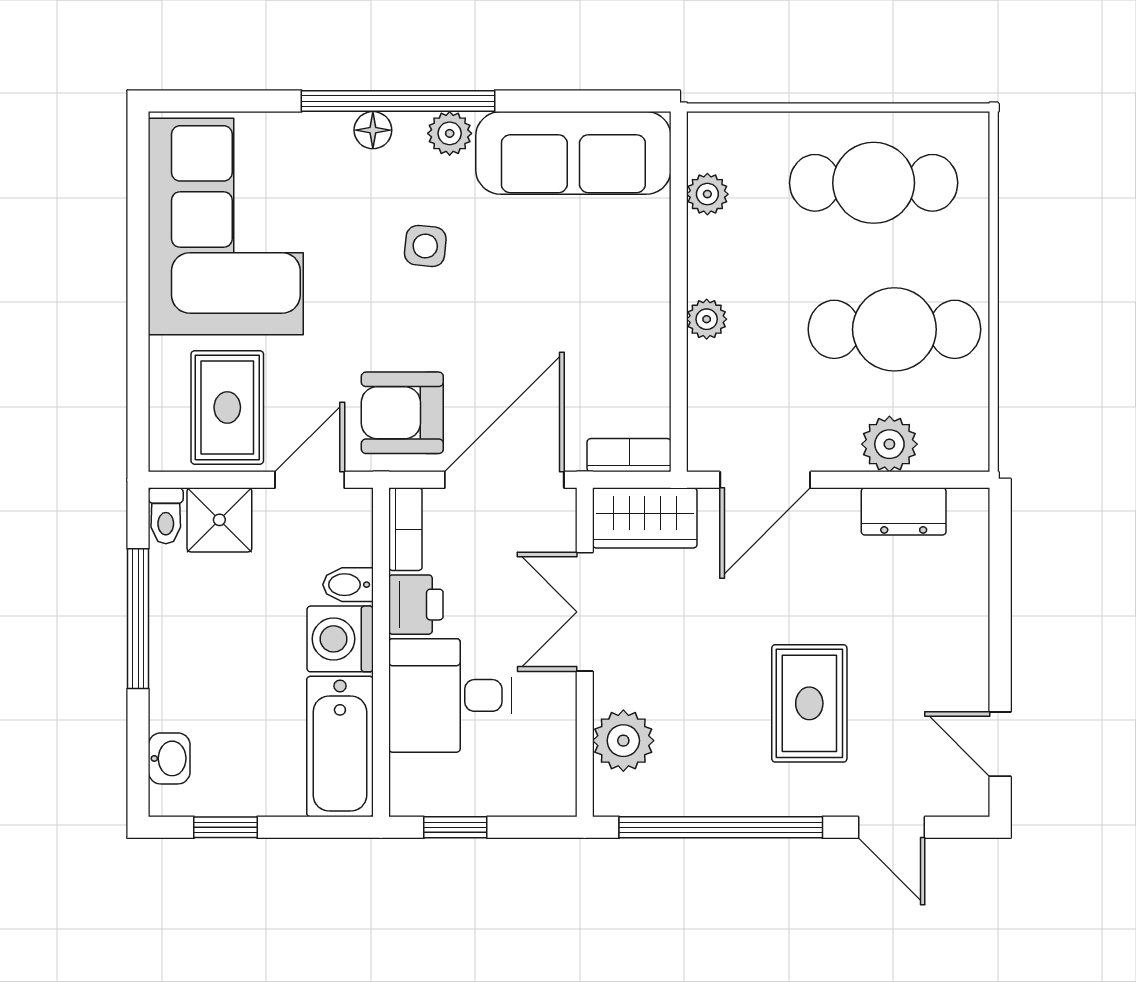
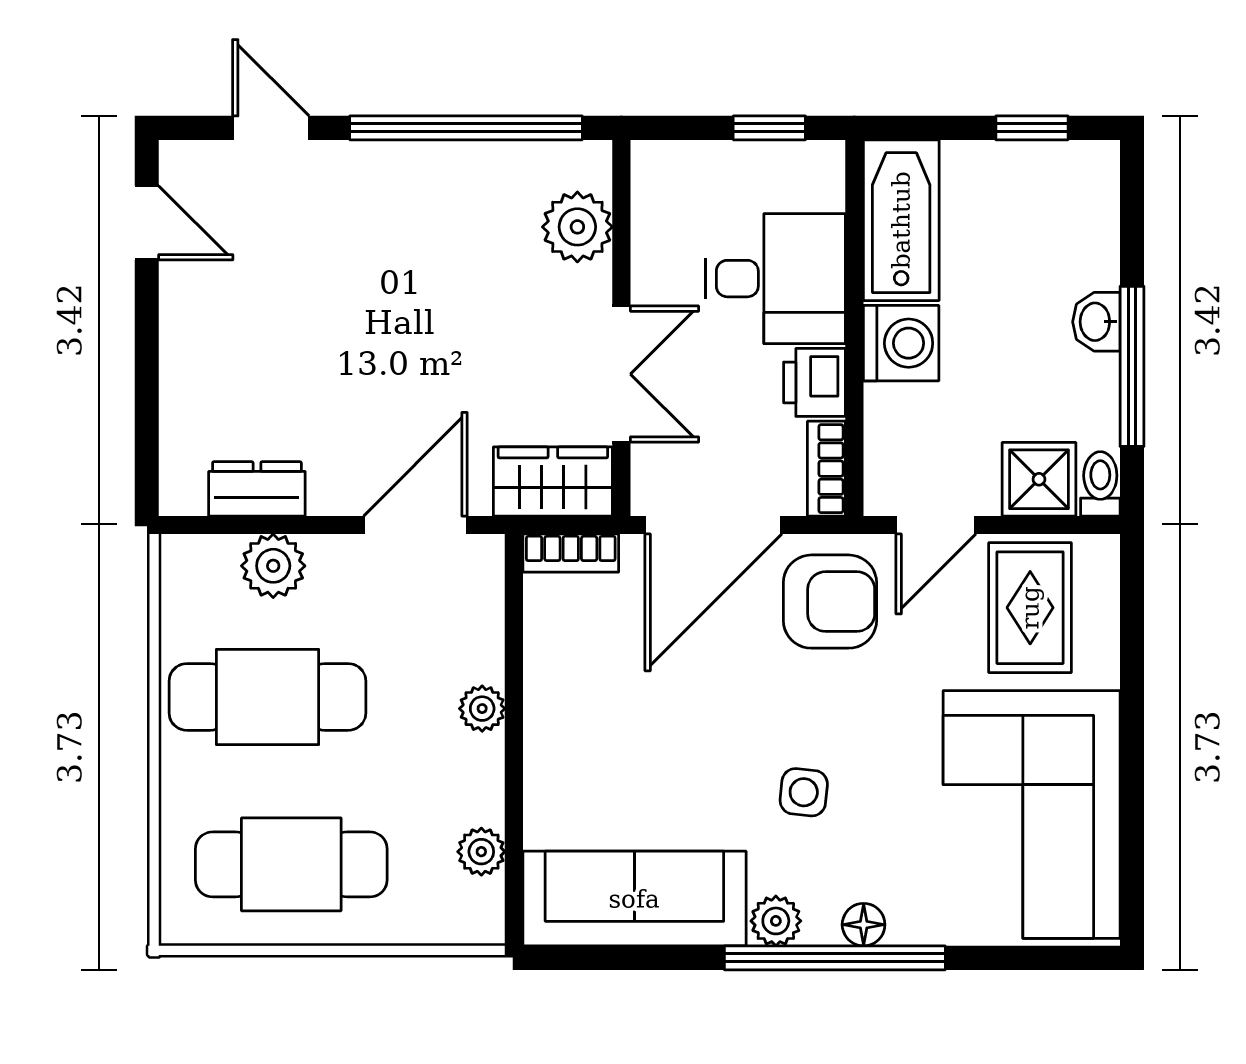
bidet: (348, 585) -> (892, 405), removed
rug: (809, 703) -> (365, 269), removed
washbasin: (169, 758) -> (1096, 322), moved

